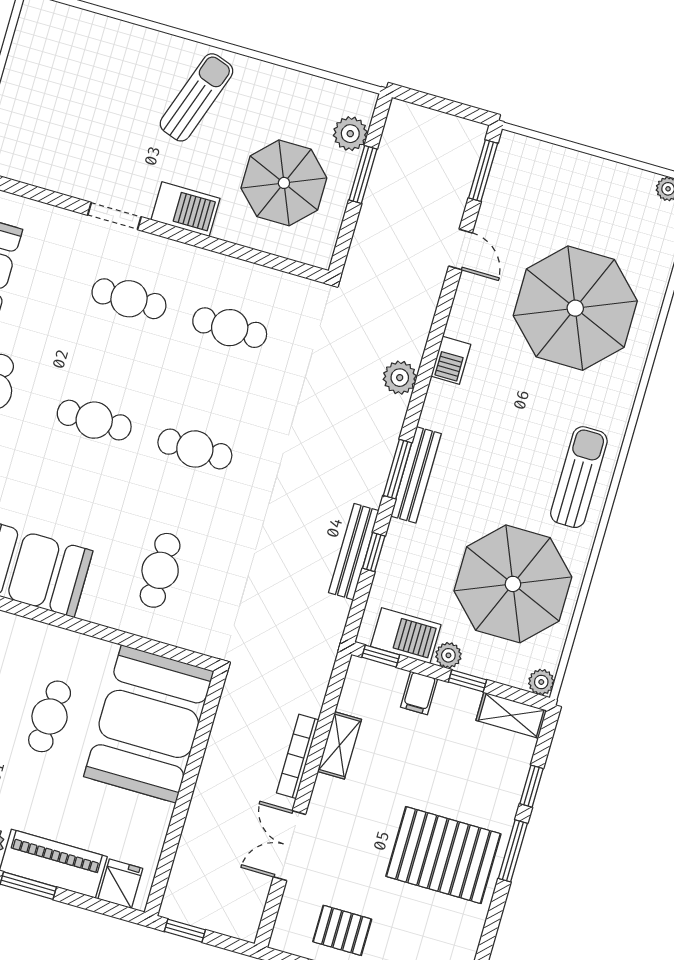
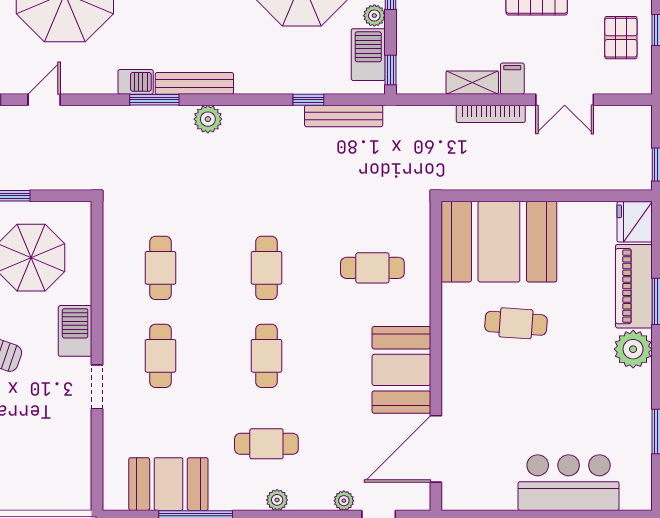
plant: (400, 378) -> (208, 119), moved
window: (398, 469) -> (154, 100), moved
bench: (416, 475) -> (194, 83), moved
bench: (354, 552) -> (344, 116), moved
filing cabinet: (419, 693) -> (512, 79), moved, turned -90
fridge: (120, 884) -> (635, 222), width x1.38

